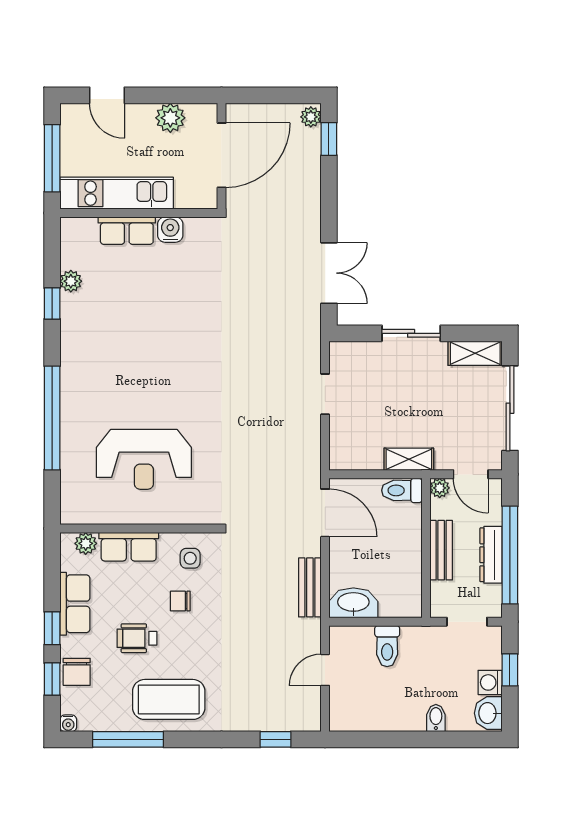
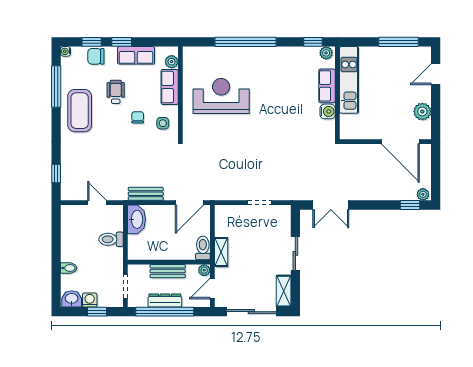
kitchen unit: (117, 193) -> (349, 80), moved
wall: (139, 213) -> (337, 93), moved
water cooler: (170, 230) -> (328, 111), moved
row of seats: (127, 231) -> (327, 86), moved
reception desk: (144, 459) -> (221, 96), turned 90

